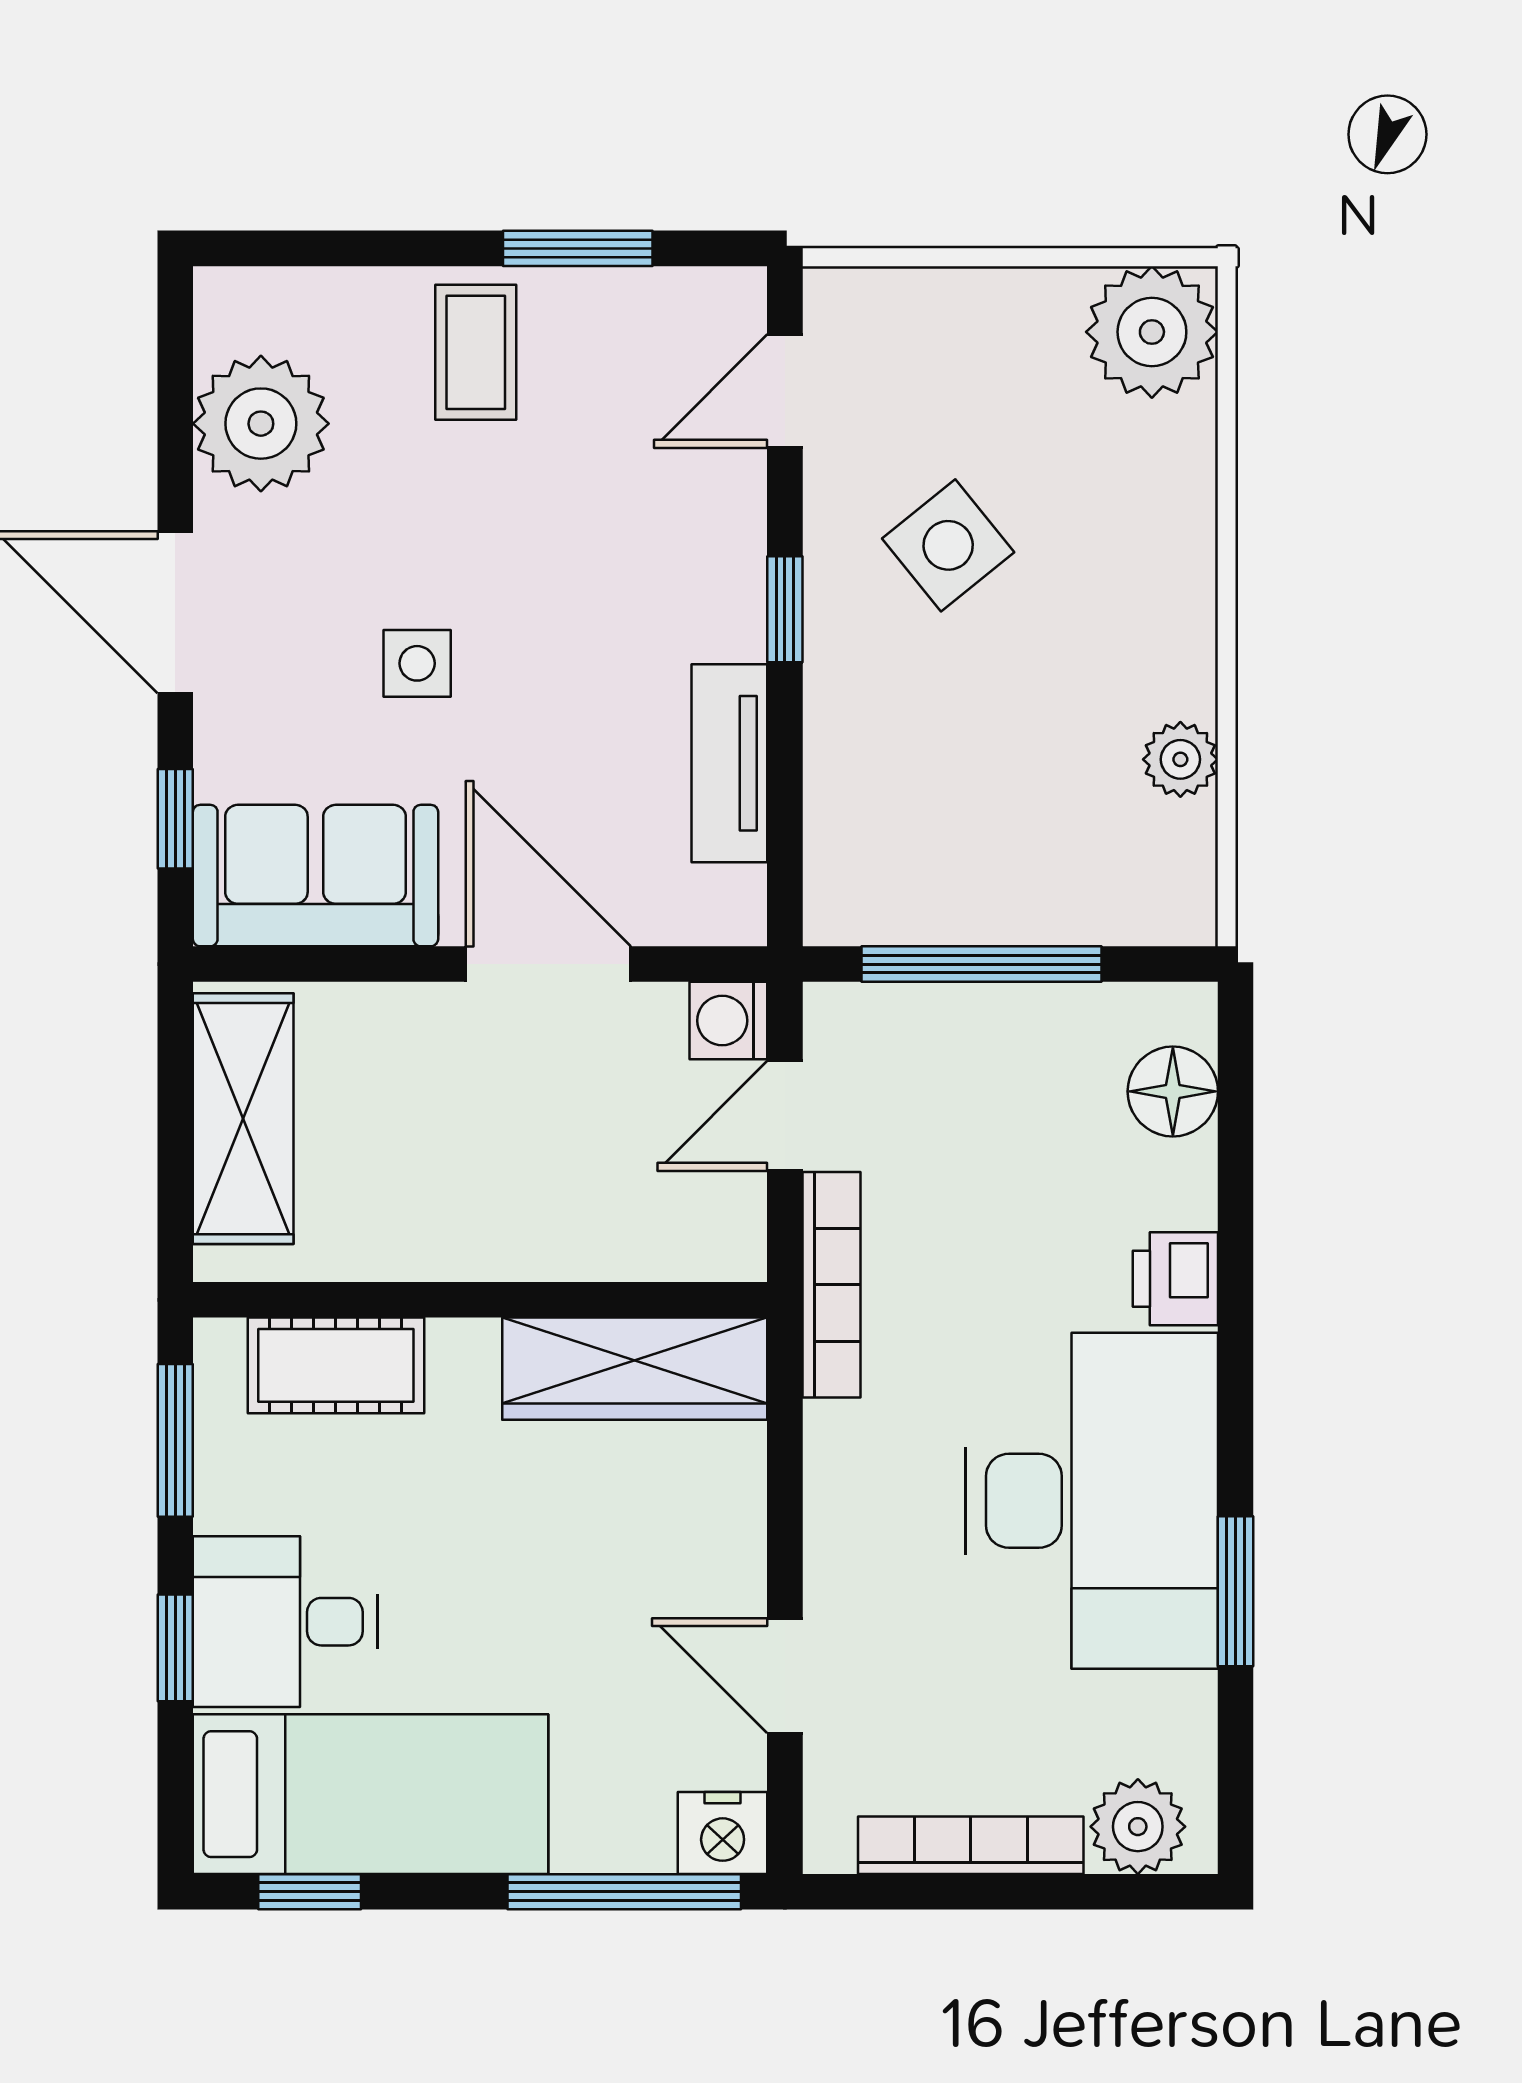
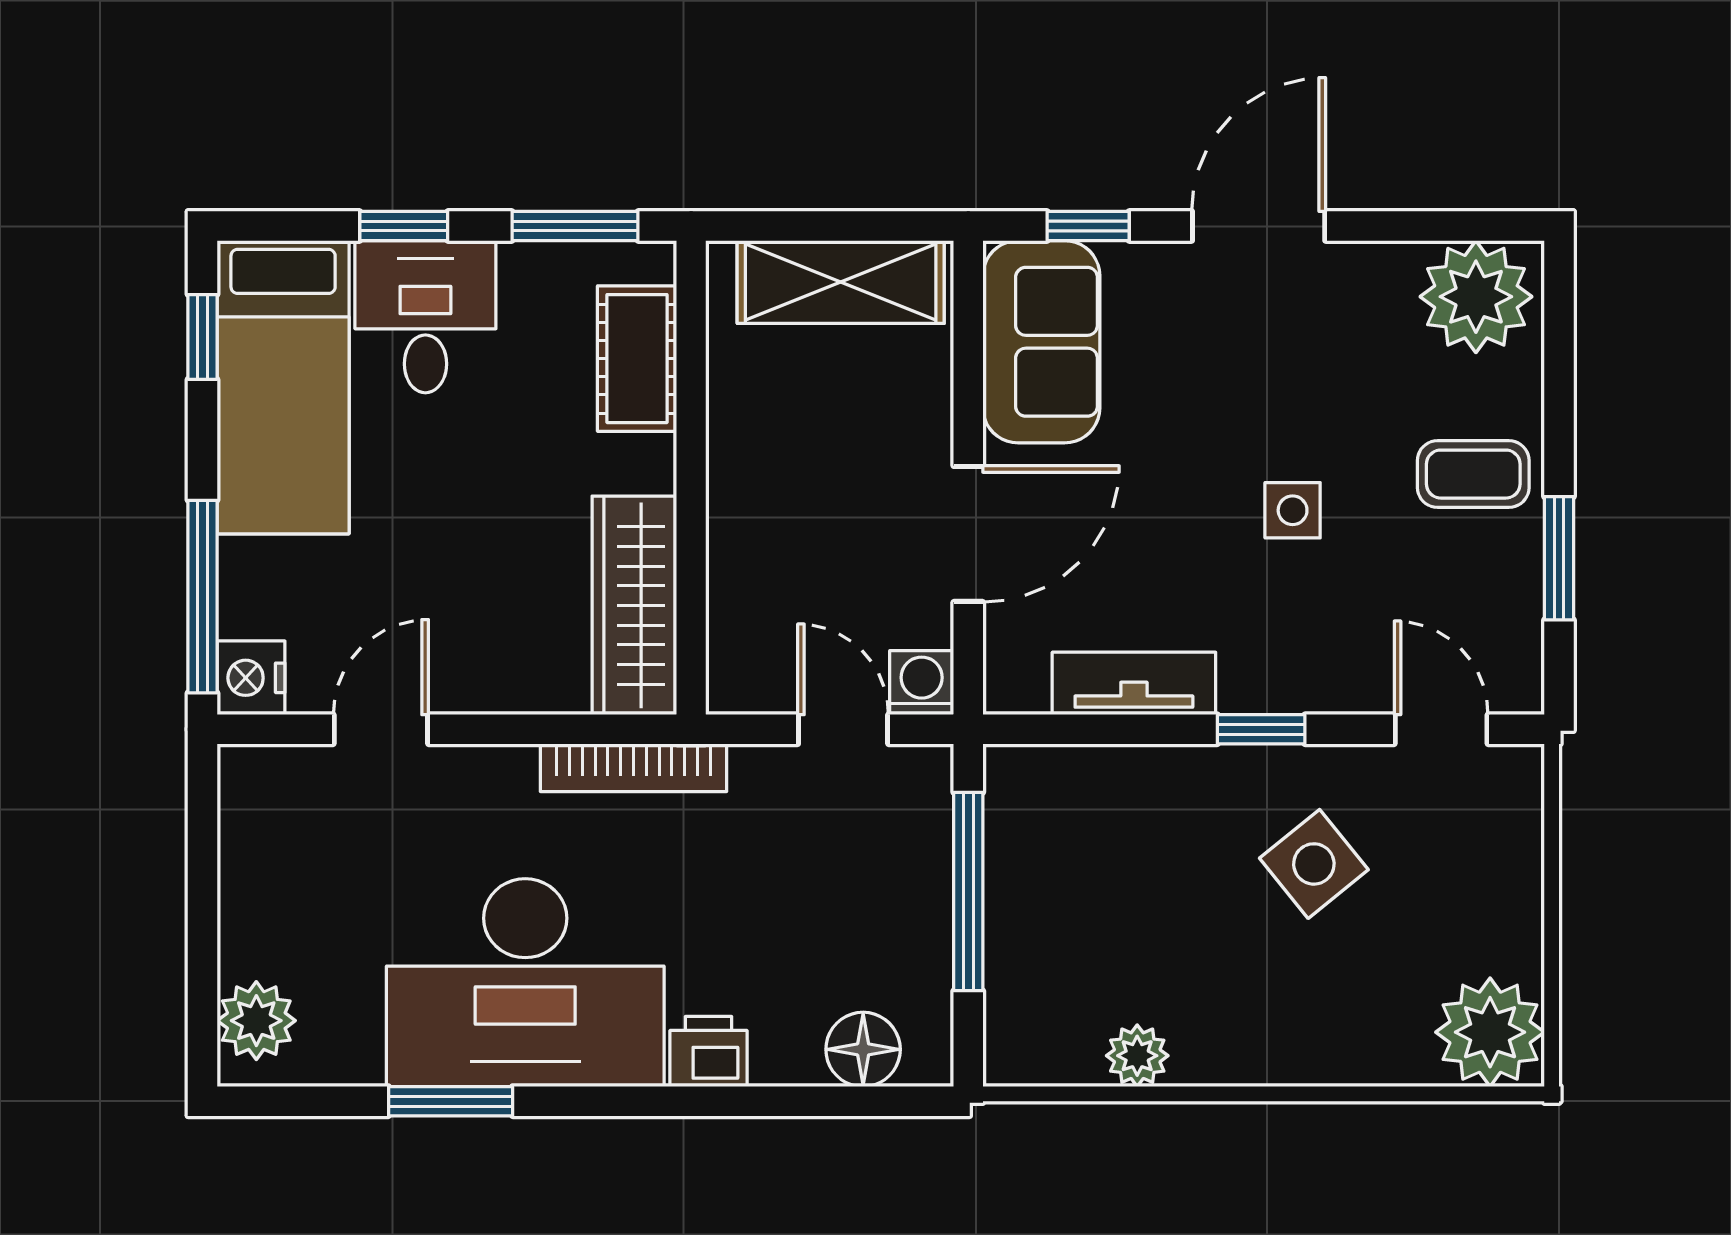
plant: (261, 424) -> (1476, 297), moved
side table: (417, 663) -> (1293, 510), moved
bookcase: (831, 1285) -> (634, 768), moved
bookcase: (971, 1845) -> (241, 883), removed

